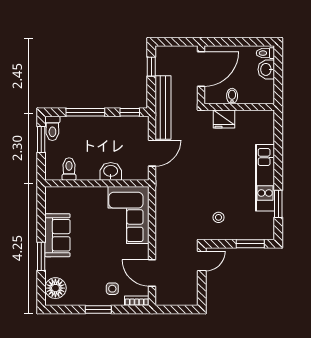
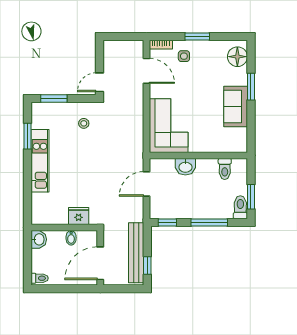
washbasin: (266, 69) -> (39, 239), moved
bench: (163, 107) -> (136, 253), moved

